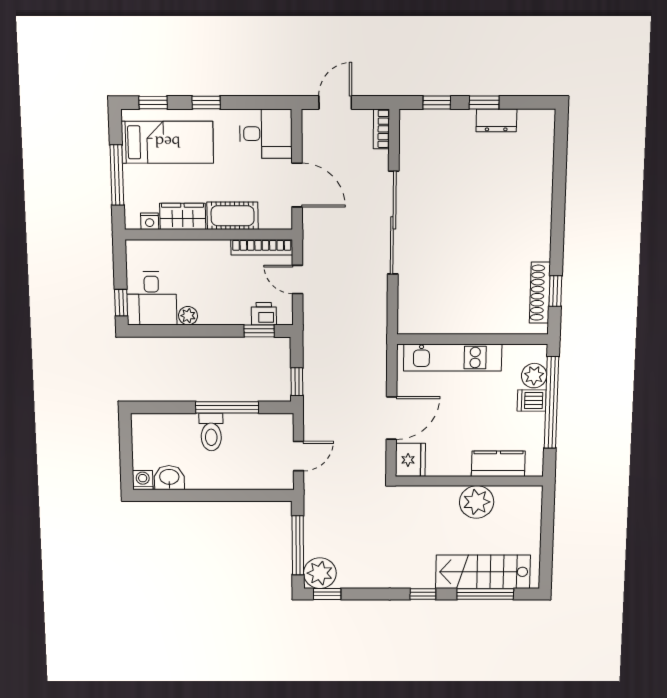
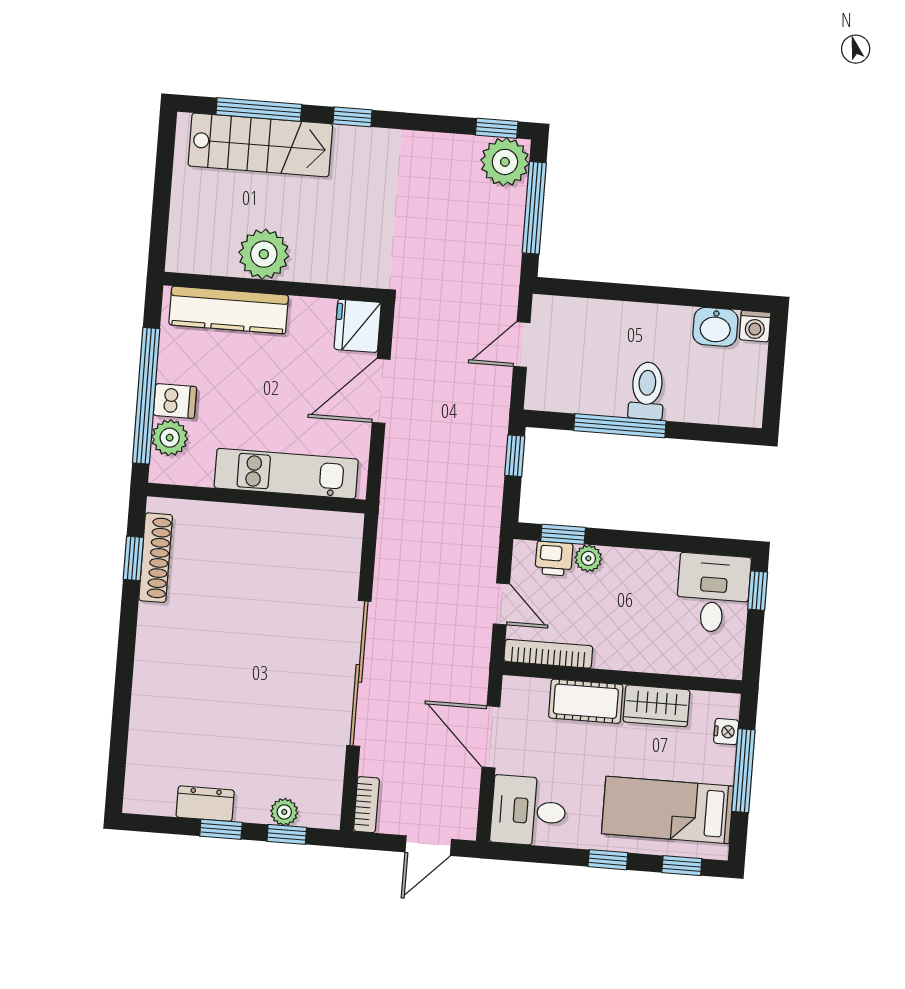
plant: (440, 119) -> (284, 812), added
nightstand: (150, 221) -> (726, 732), moved, turned 90
plant: (188, 316) -> (588, 558), moved
kitchen counter: (498, 464) -> (229, 310), width x1.50

